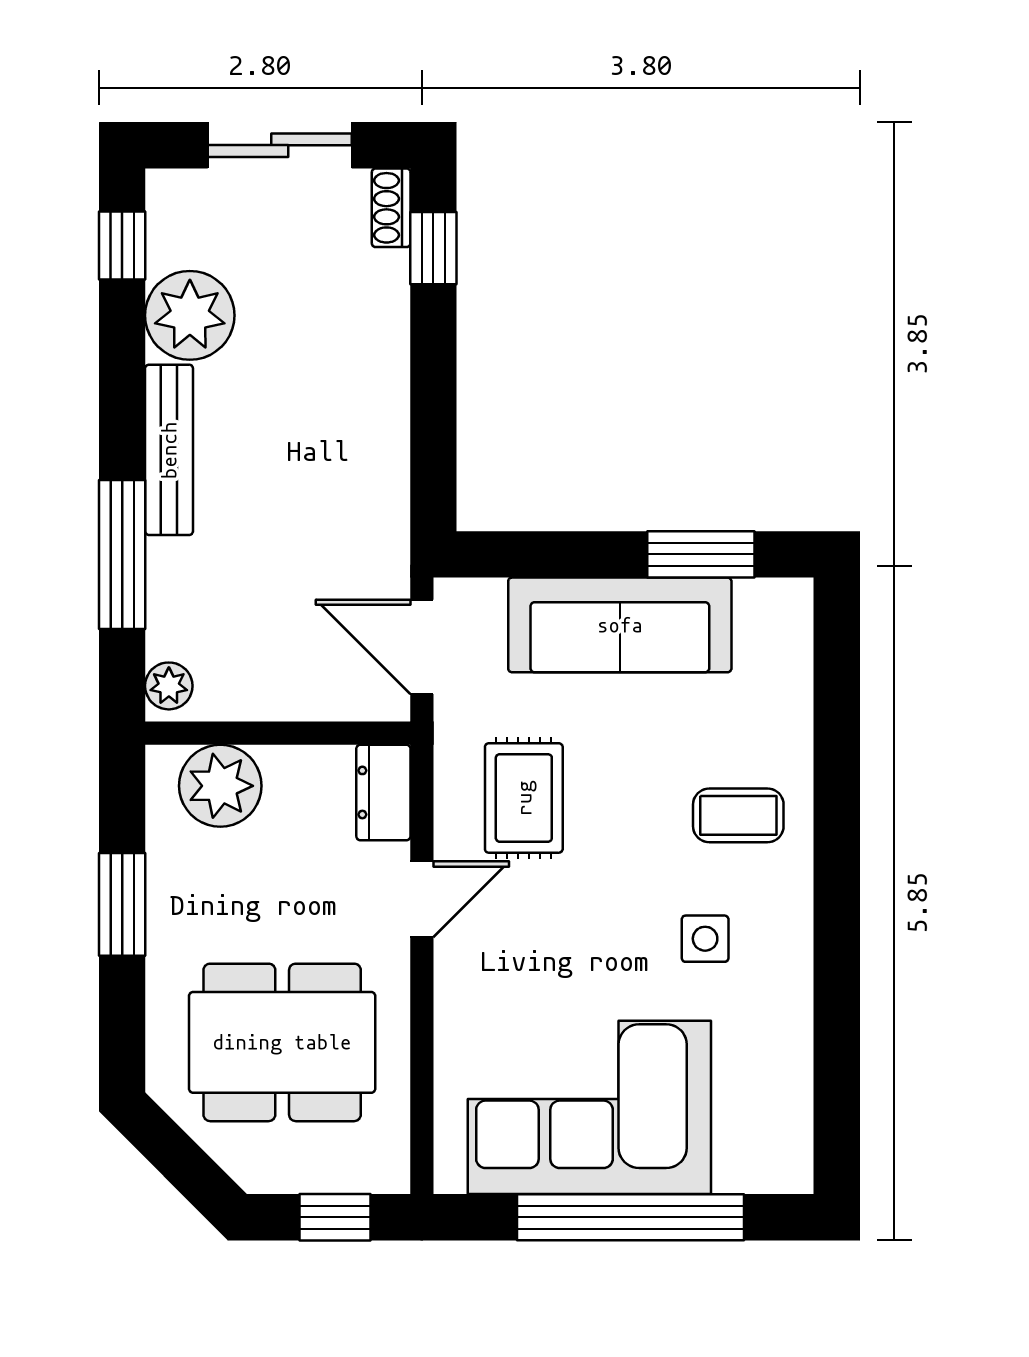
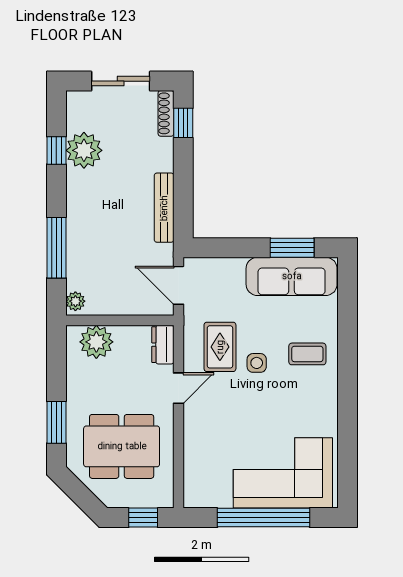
shoe rack: (391, 208) -> (166, 113), width x1.43
window: (122, 245) -> (56, 150), moved
bench: (169, 450) -> (164, 208), moved
sofa: (620, 625) -> (292, 276), moved
window: (122, 904) -> (56, 422), moved
side table: (705, 939) -> (257, 363), moved
corner sofa: (589, 1107) -> (283, 473), moved

